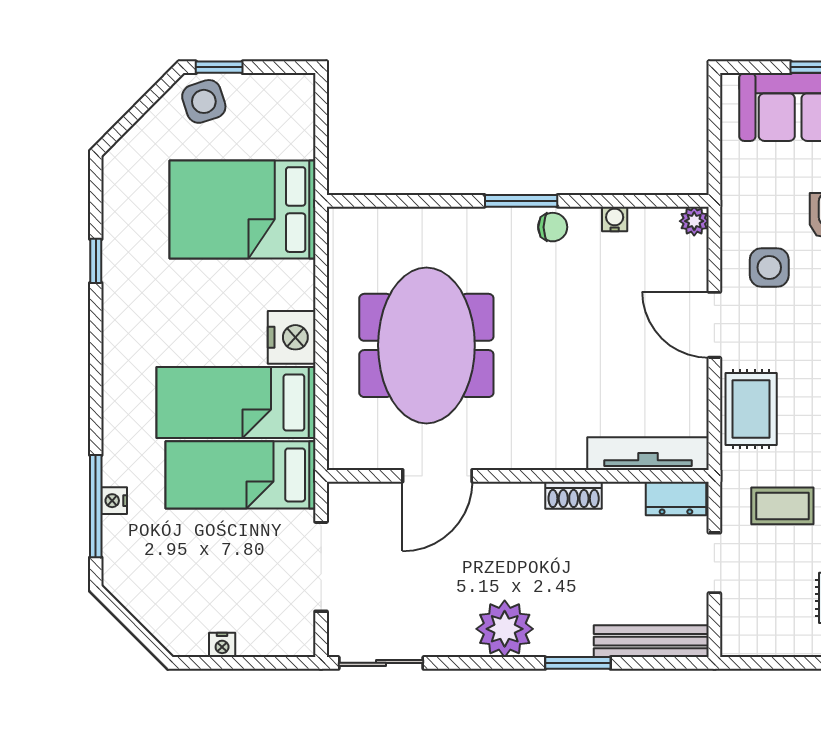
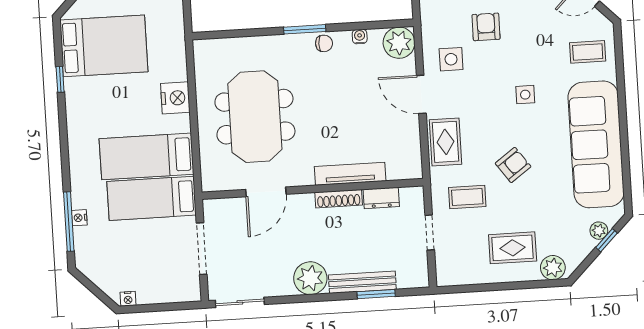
bed: (242, 210) -> (104, 46), moved, turned 180
plant: (694, 221) -> (399, 43), width x1.87, depth x1.87
nightstand: (292, 337) -> (175, 98), moved
tv unit: (648, 454) -> (350, 174), moved
shoe rack: (574, 495) -> (339, 199), width x1.43
dresser: (676, 498) -> (381, 198), moved
bench: (651, 641) -> (362, 282), moved
nightstand: (222, 645) -> (128, 299), moved
window: (578, 663) -> (376, 294), moved

